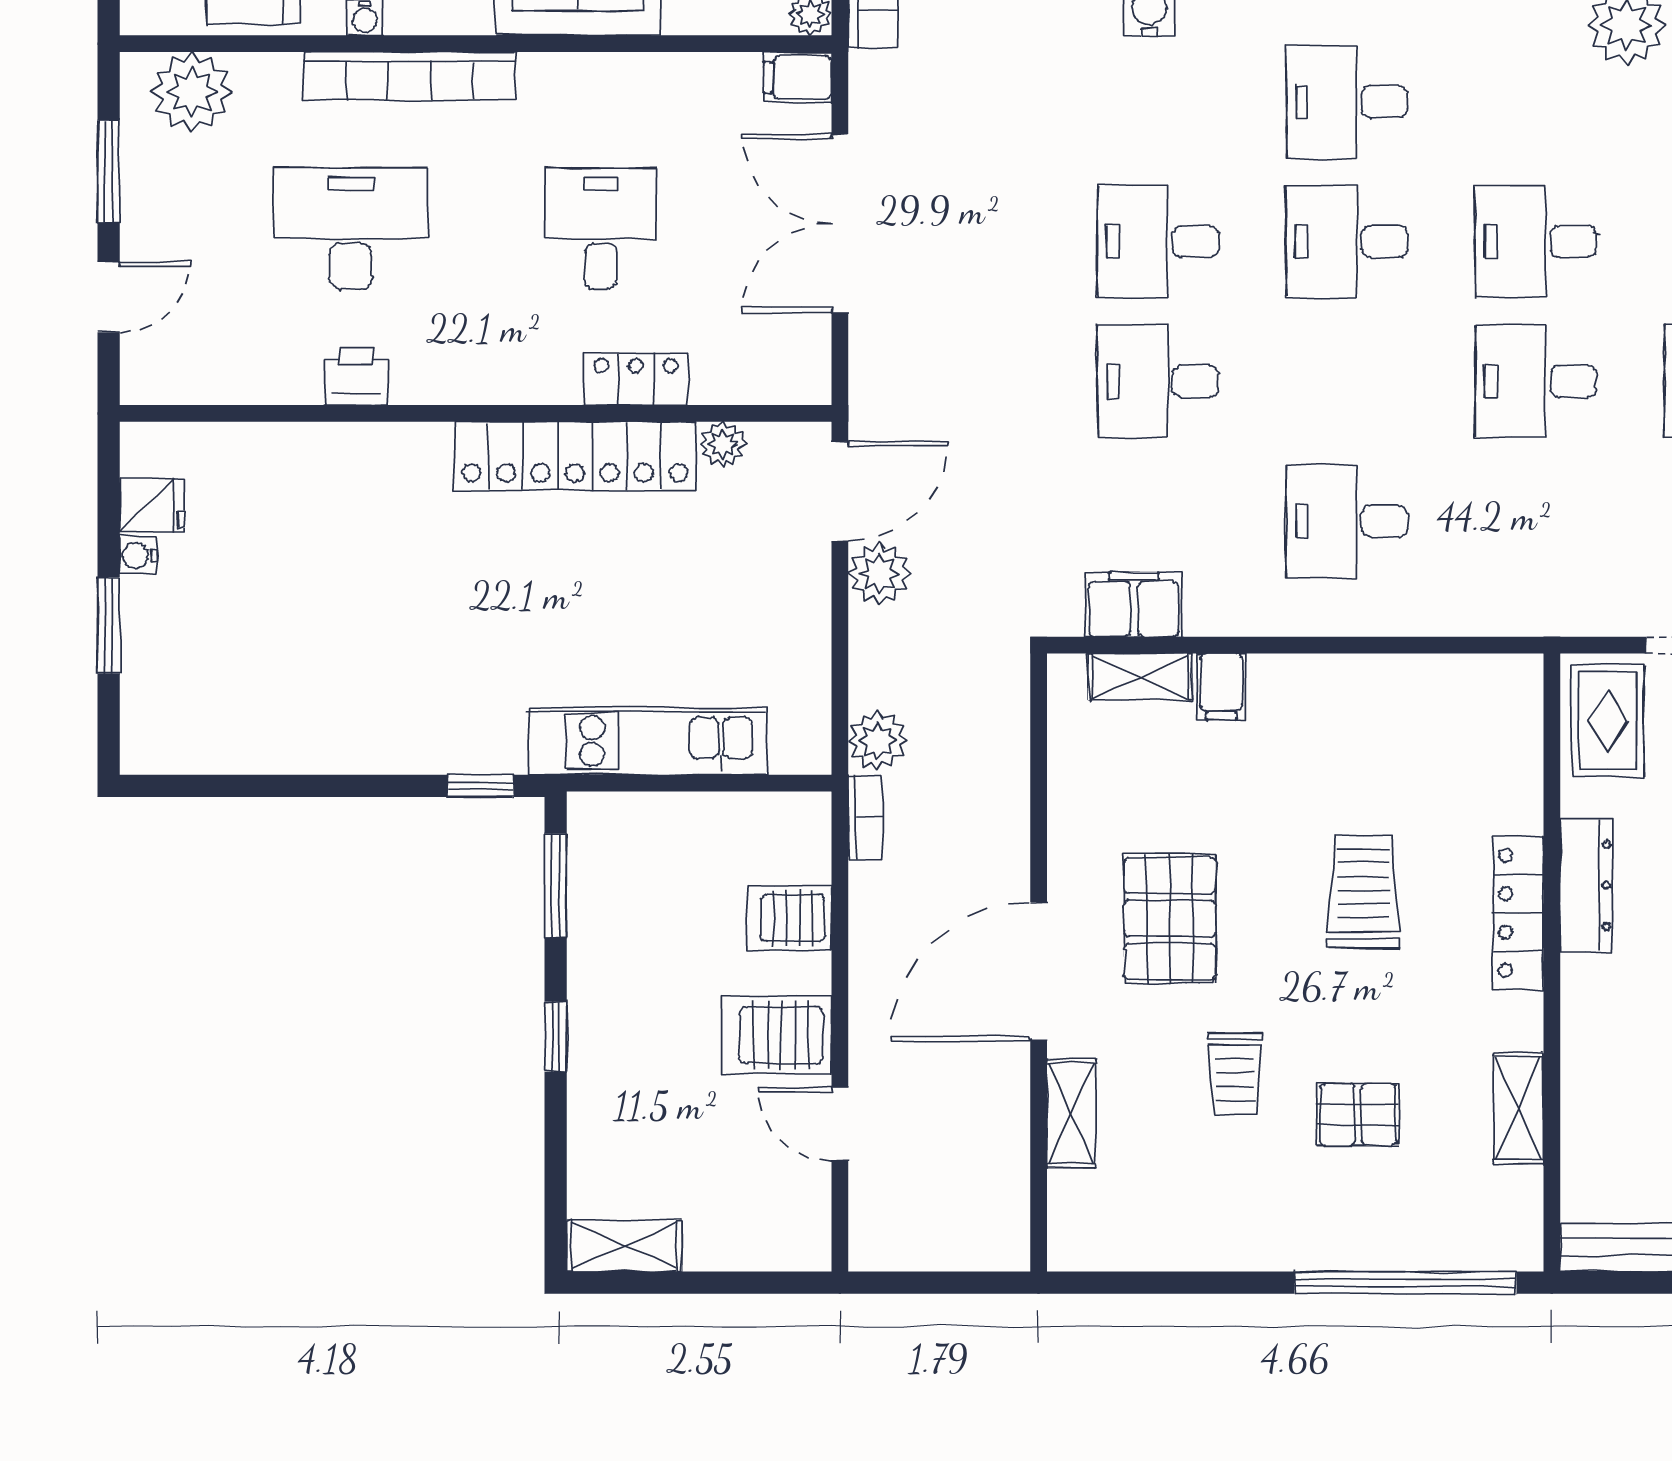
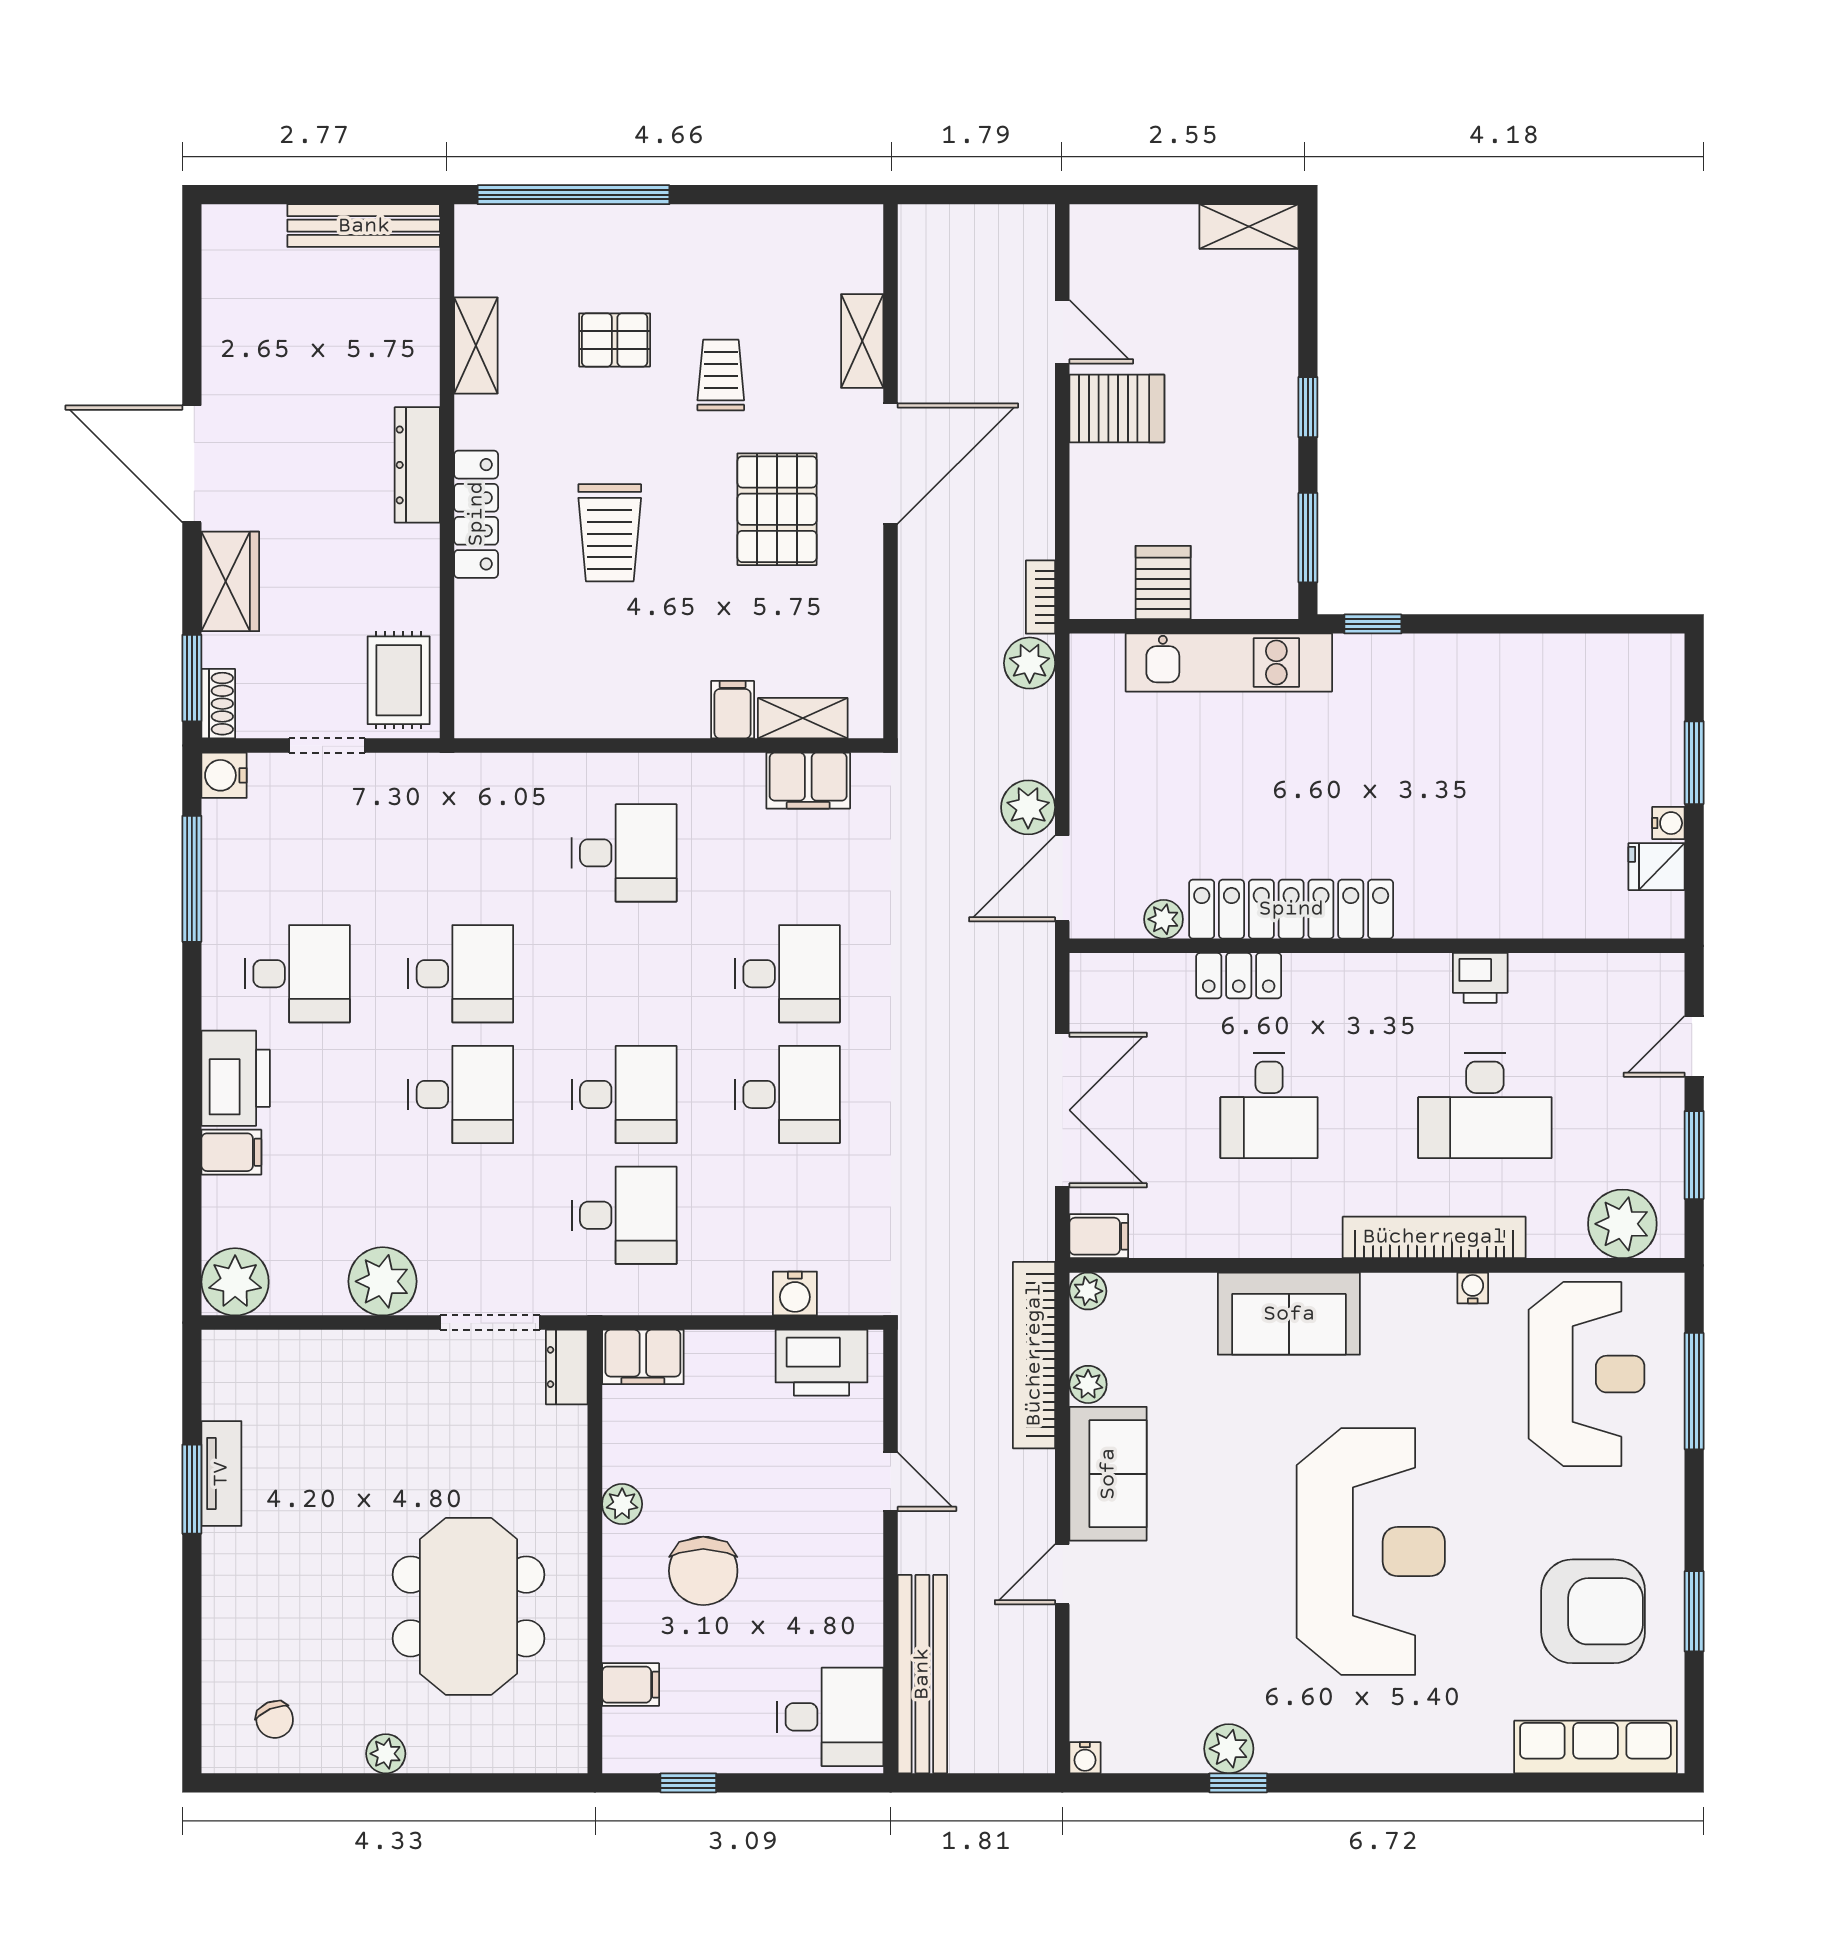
dresser: (1586, 885) -> (417, 465), moved
server rack: (789, 918) -> (1163, 583), moved, turned -90

